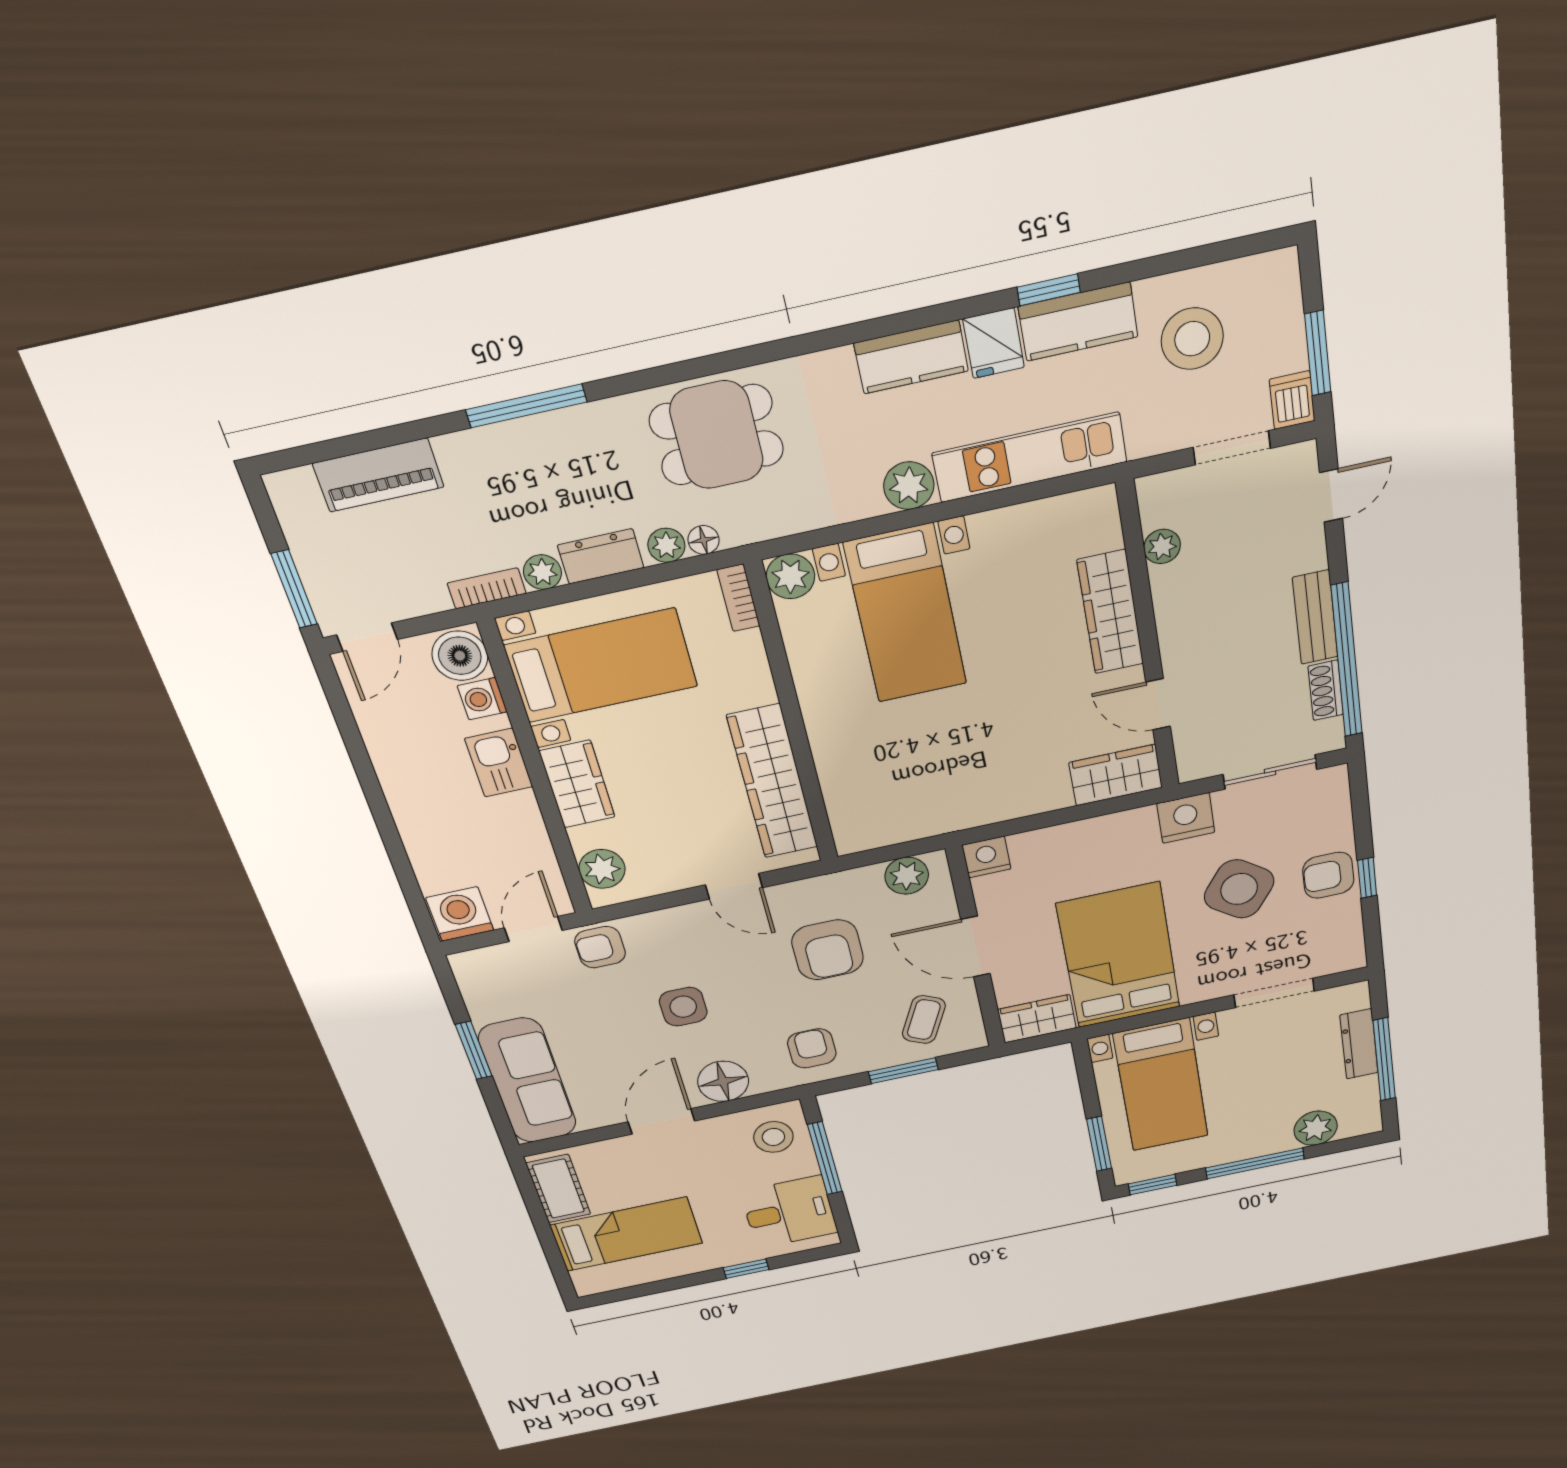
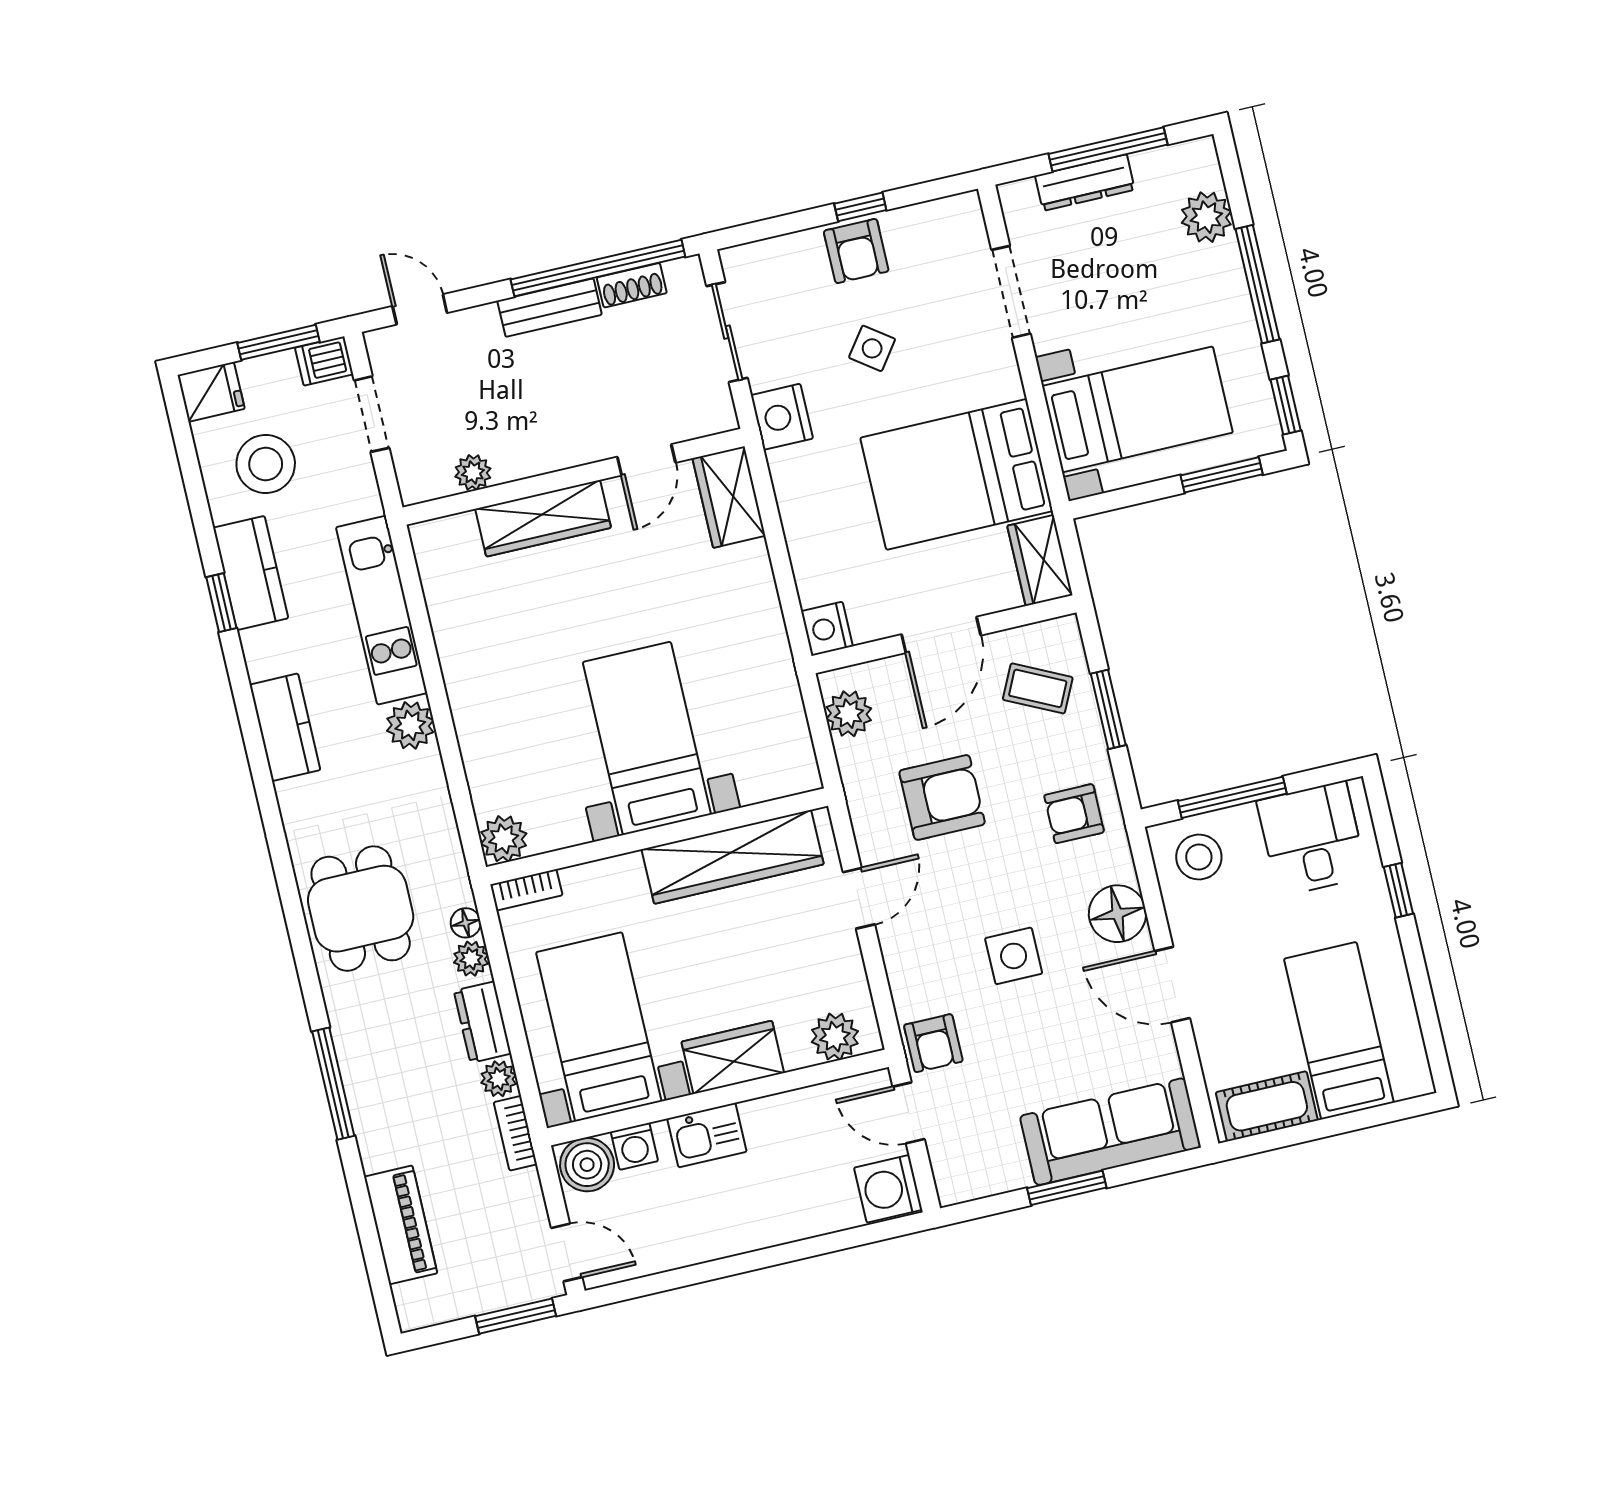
fridge: (994, 343) -> (211, 392), moved
bed with nightstands: (906, 614) -> (647, 738), moved, turned -90
side table: (1239, 889) -> (872, 348), width x0.54, depth x0.54

